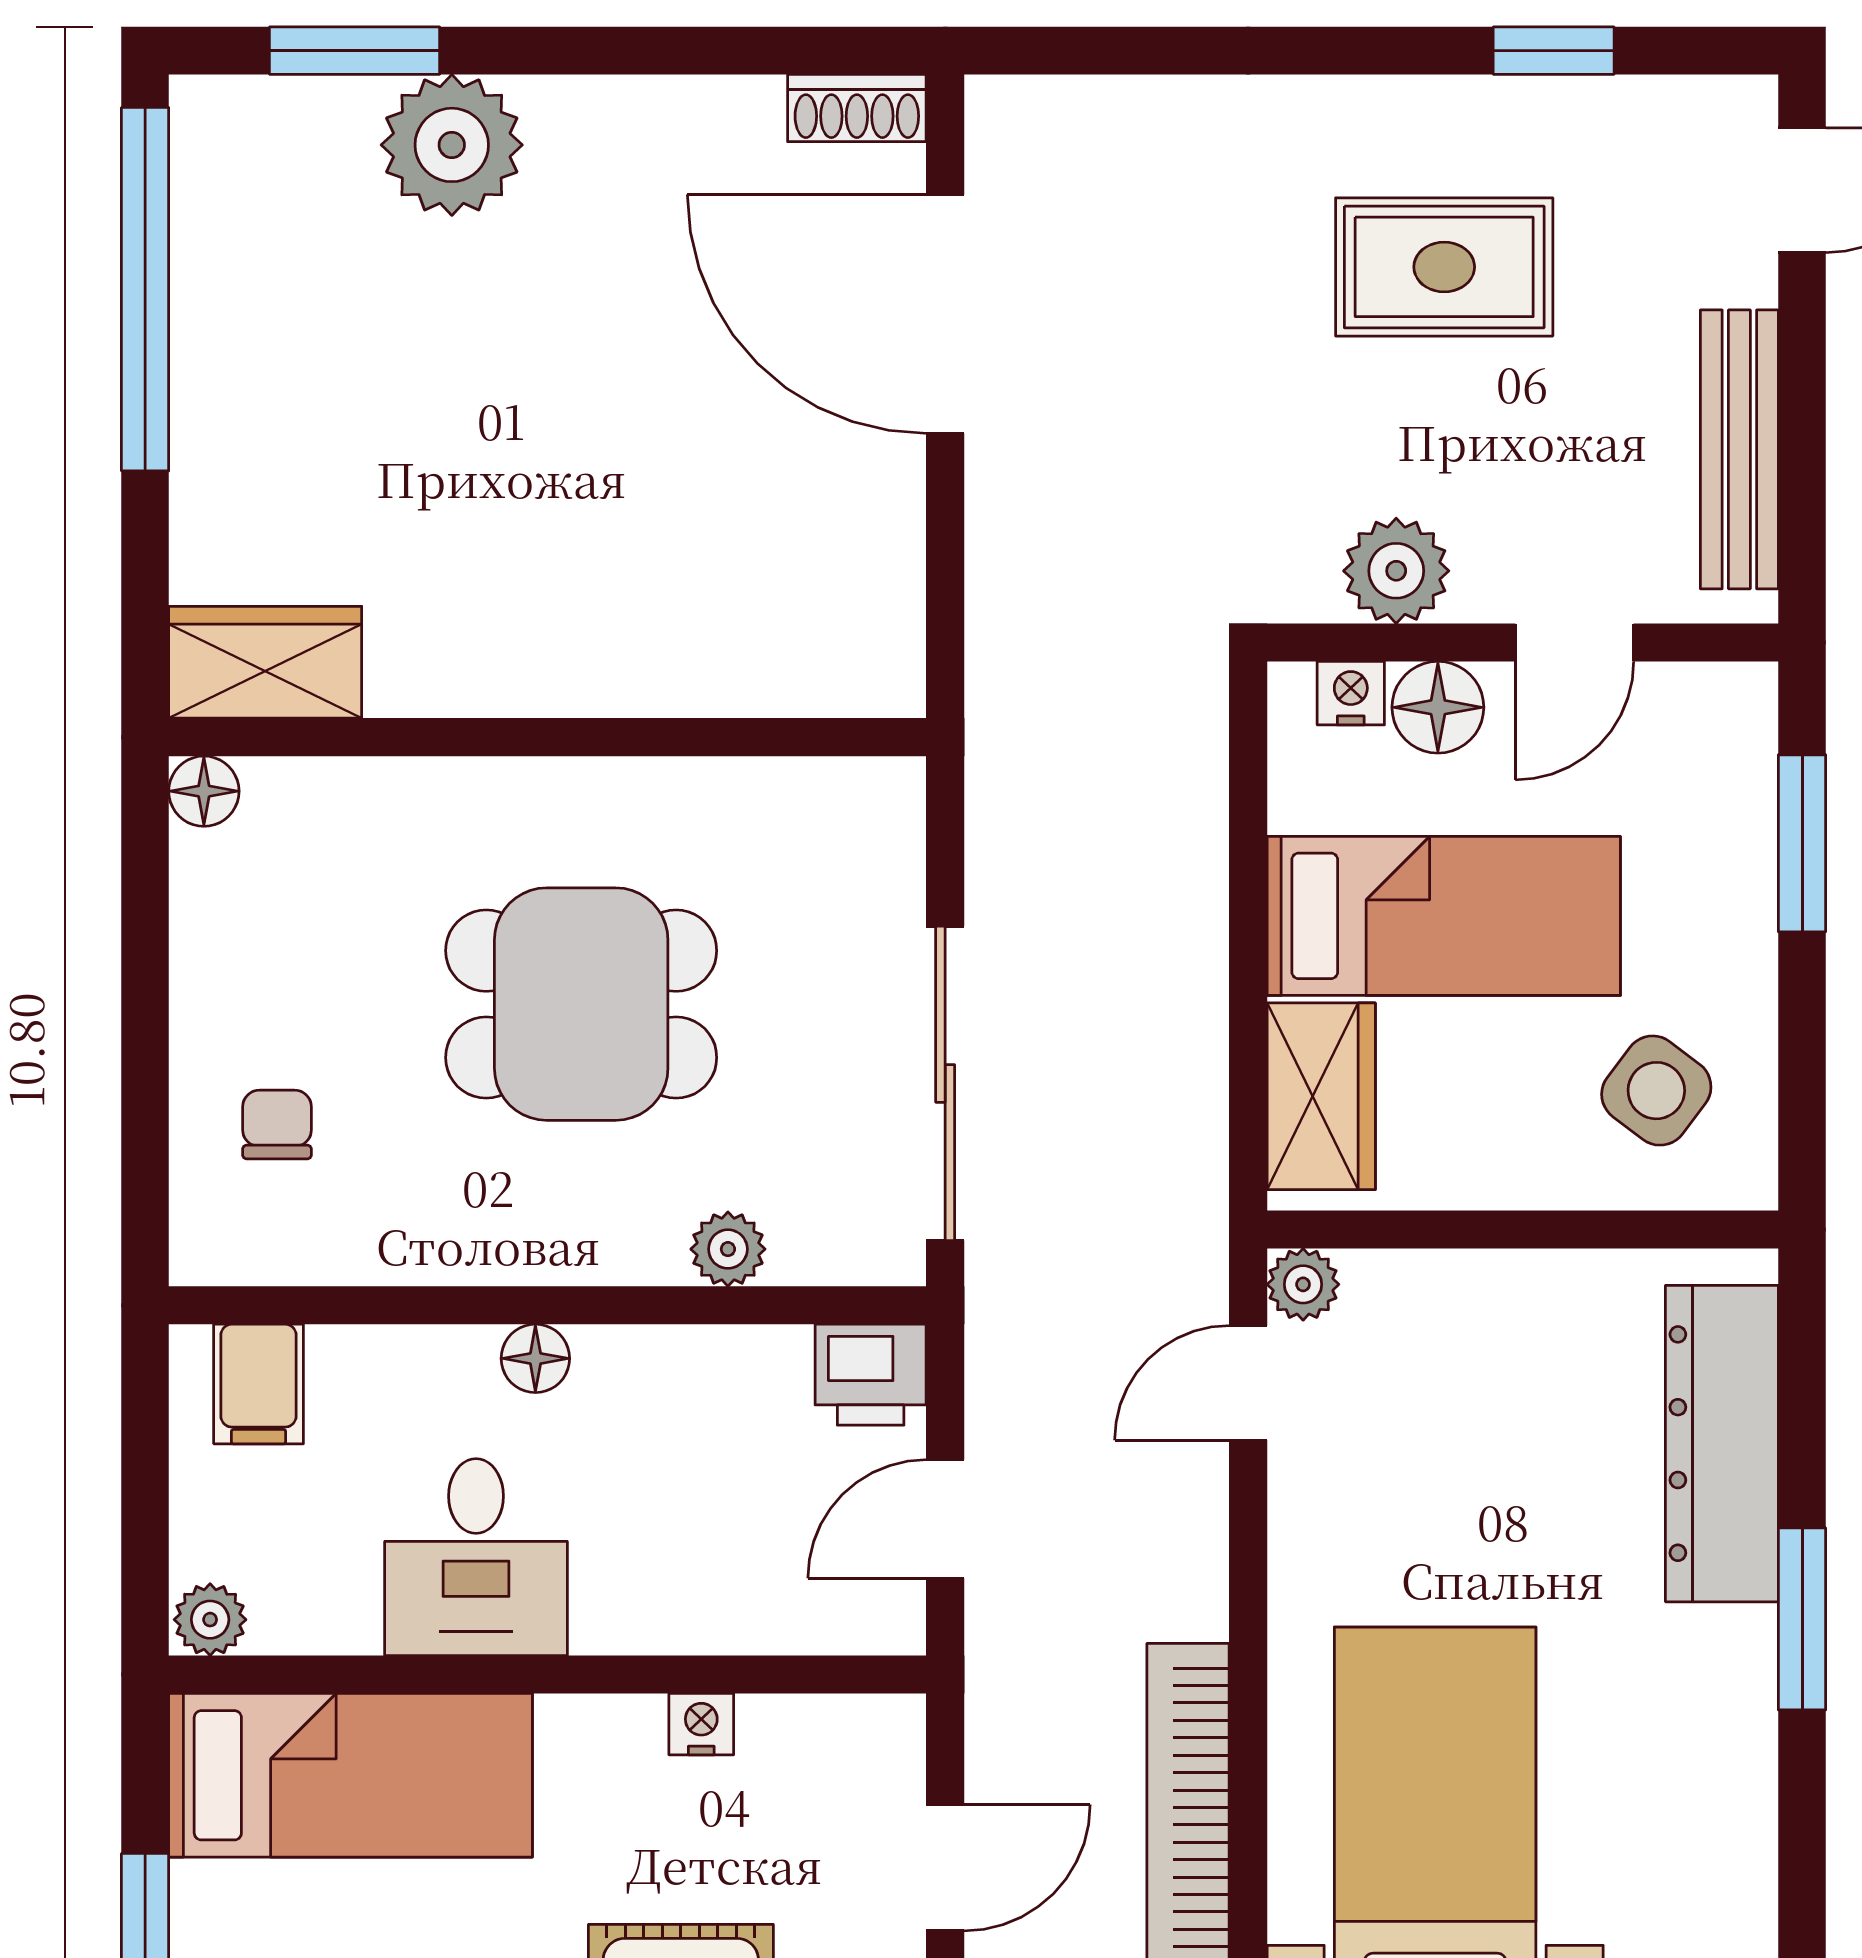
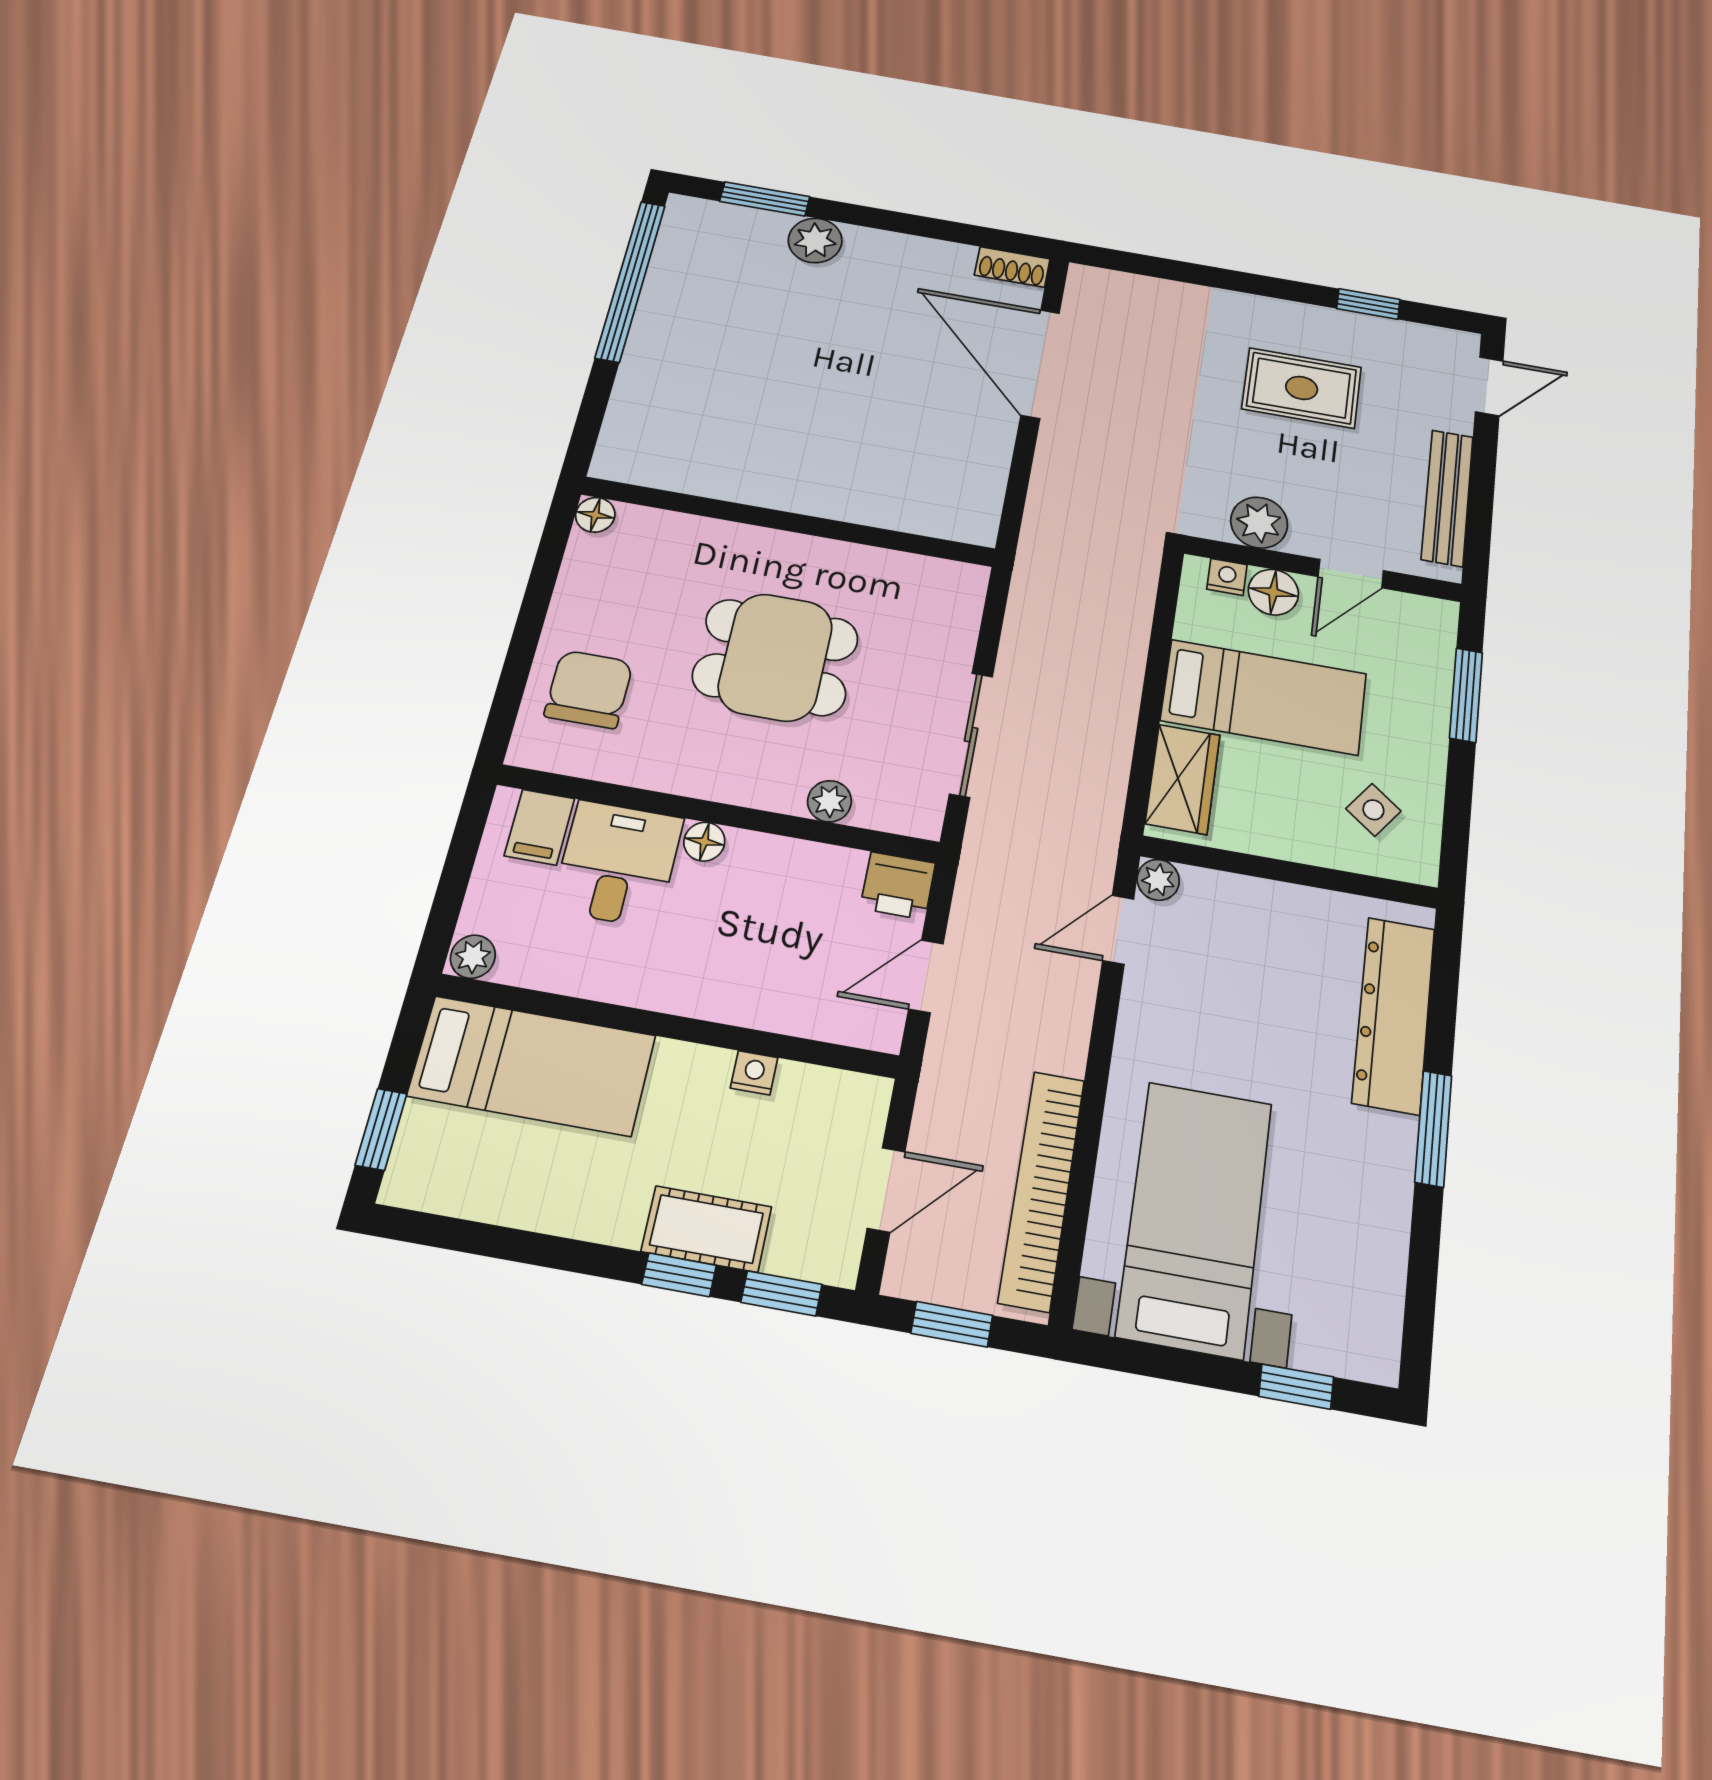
plant: (452, 145) -> (815, 240), width x0.73, depth x0.73
wardrobe: (265, 662) -> (646, 459), removed
sliding door: (945, 1083) -> (971, 735), width x0.73
side table: (1656, 1091) -> (1373, 810), width x0.73, depth x0.73
chair: (277, 1124) -> (589, 689), width x1.87, depth x1.87
desk: (476, 1557) -> (618, 864), moved, turned 180

